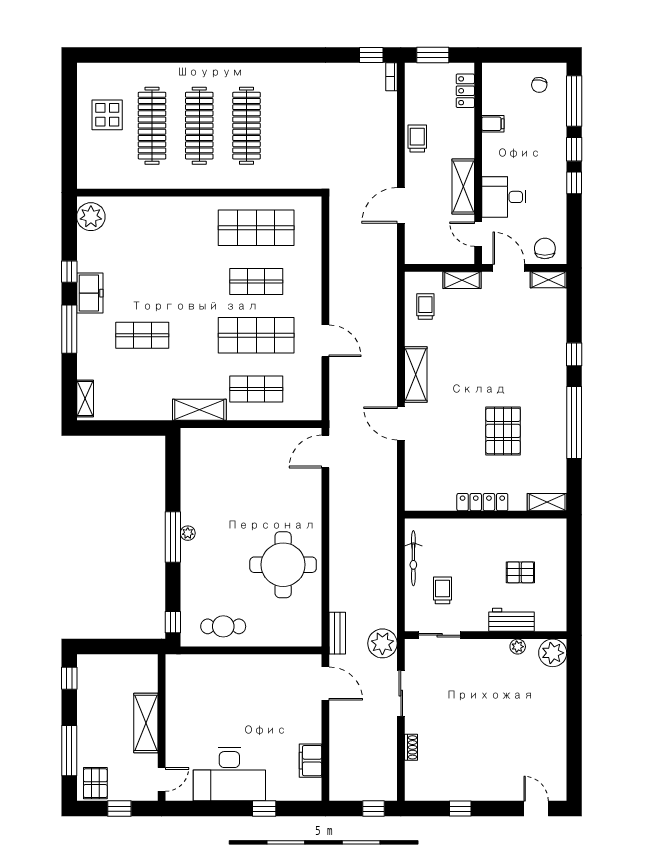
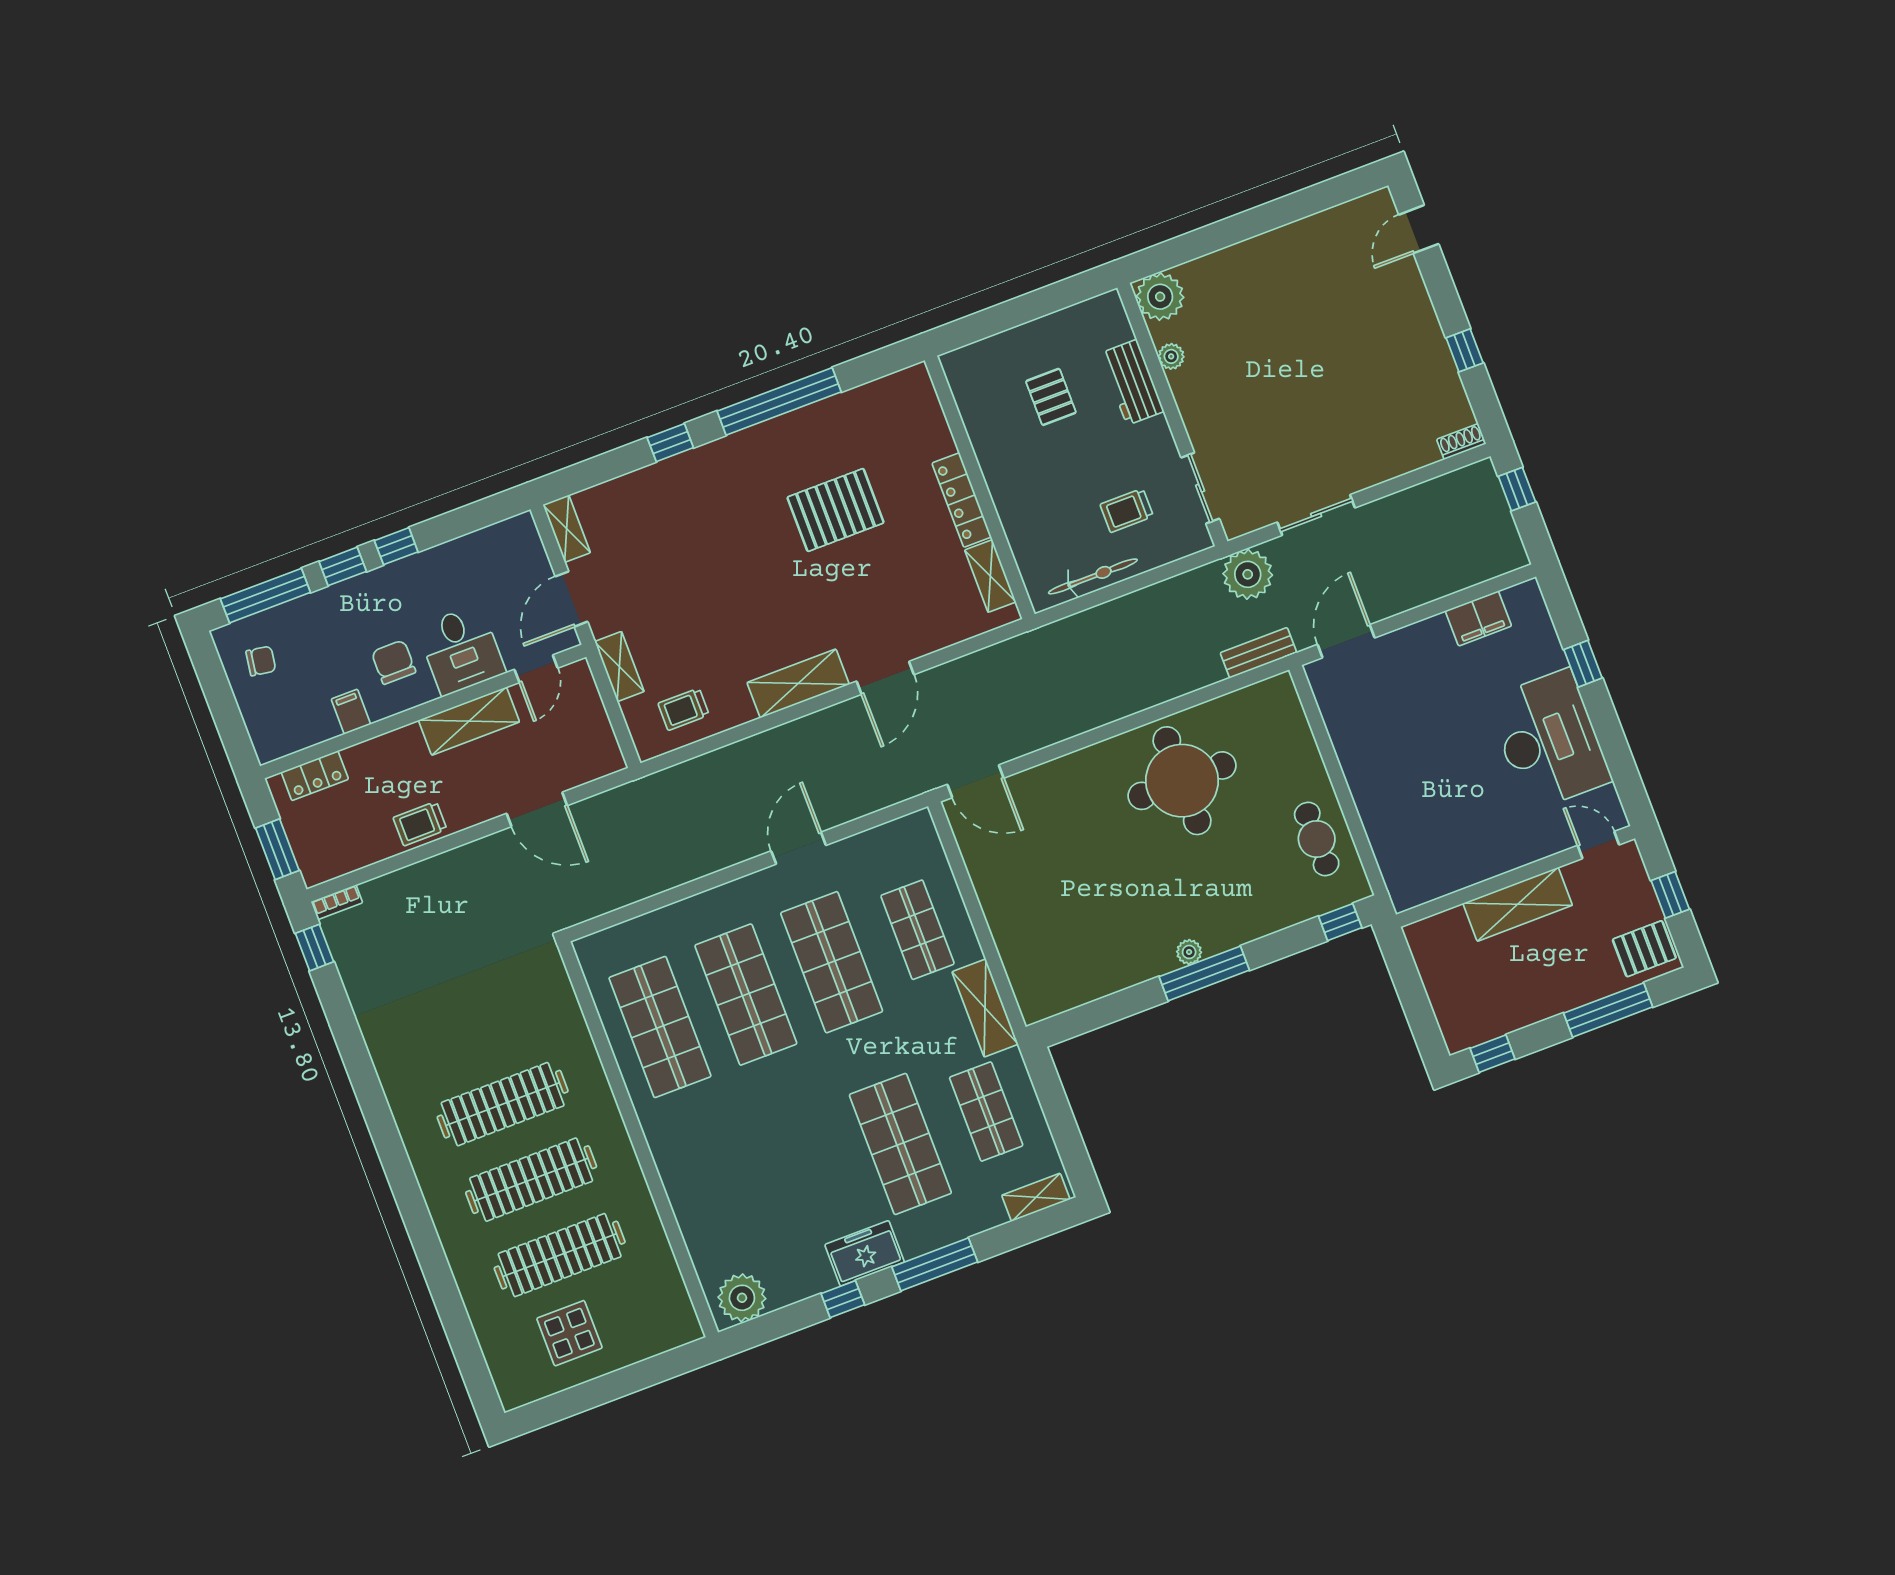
chair: (545, 248) -> (394, 662), moved, turned 90
shop shelf: (256, 282) -> (746, 995), width x1.43, depth x1.36
shop shelf: (142, 335) -> (900, 1144), width x1.43, depth x1.36
shop shelf: (142, 389) -> (986, 1112), added
shelving: (547, 502) -> (990, 576), moved
shoe rack: (411, 747) -> (1461, 442), moved

